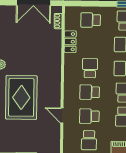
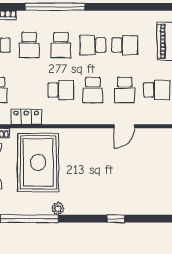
school desk: (90, 68) -> (61, 90), turned 180
rug: (21, 97) -> (38, 163), moved, turned 90

